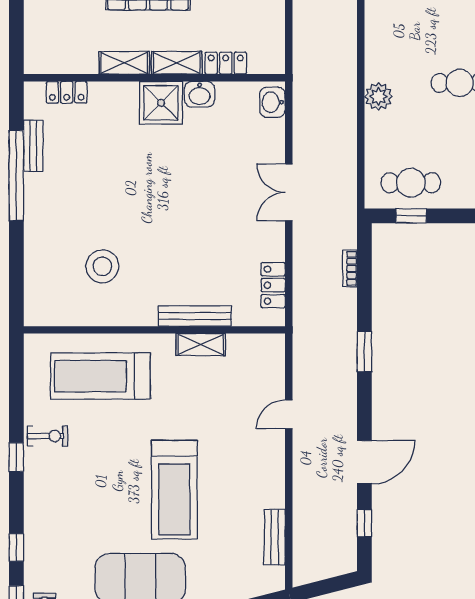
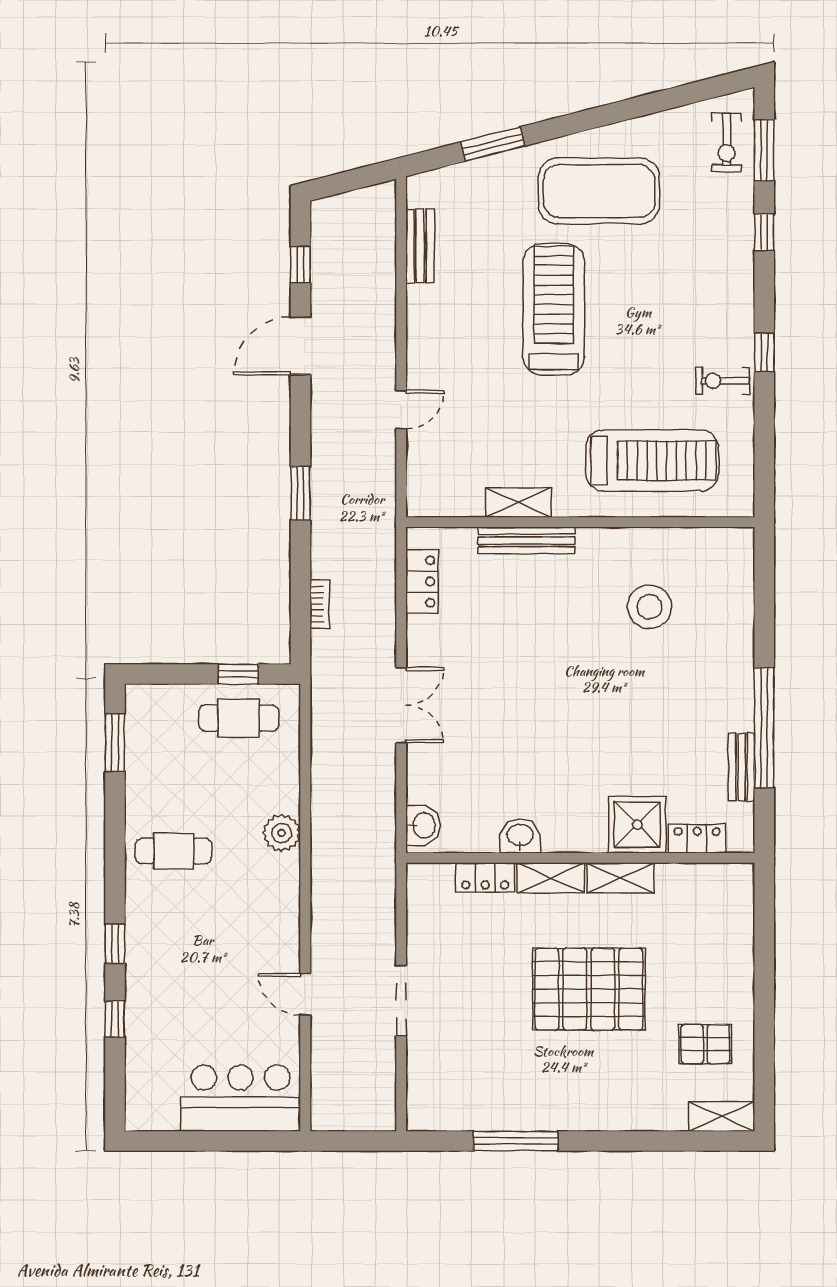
shower: (161, 103) -> (637, 825), moved

